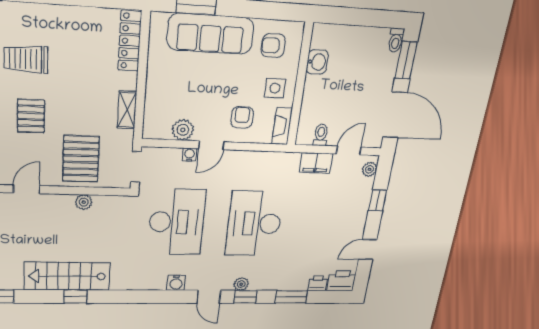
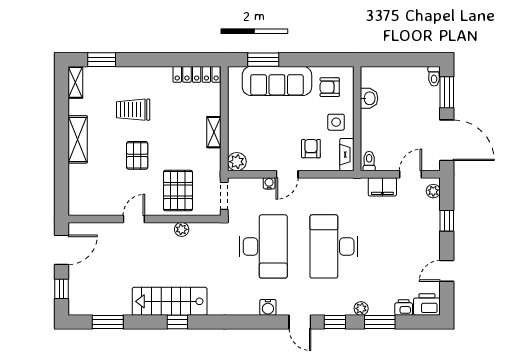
locker: (130, 41) -> (197, 74), moved, turned -90
shelving: (127, 110) -> (214, 132), moved
plant: (183, 130) -> (237, 162), moved
toilet: (321, 135) -> (369, 161), moved
plant: (241, 284) -> (361, 308), moved

